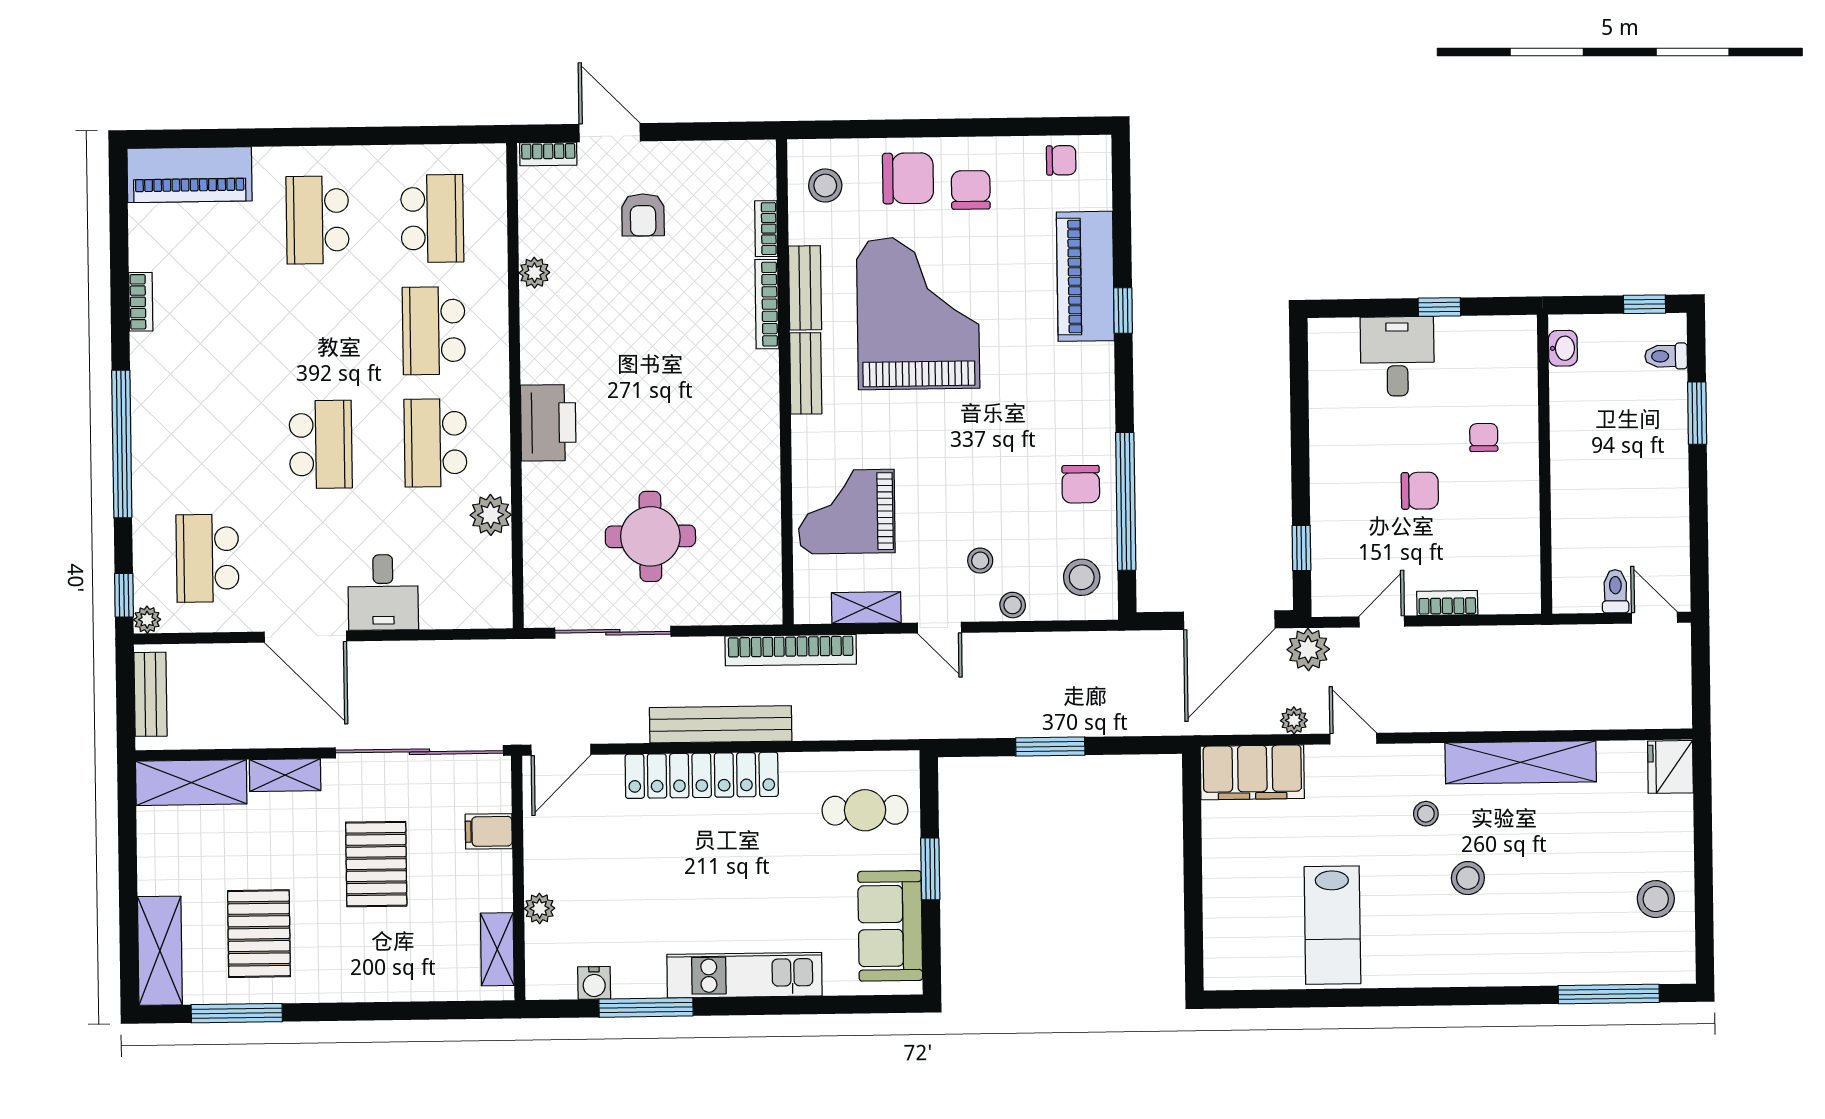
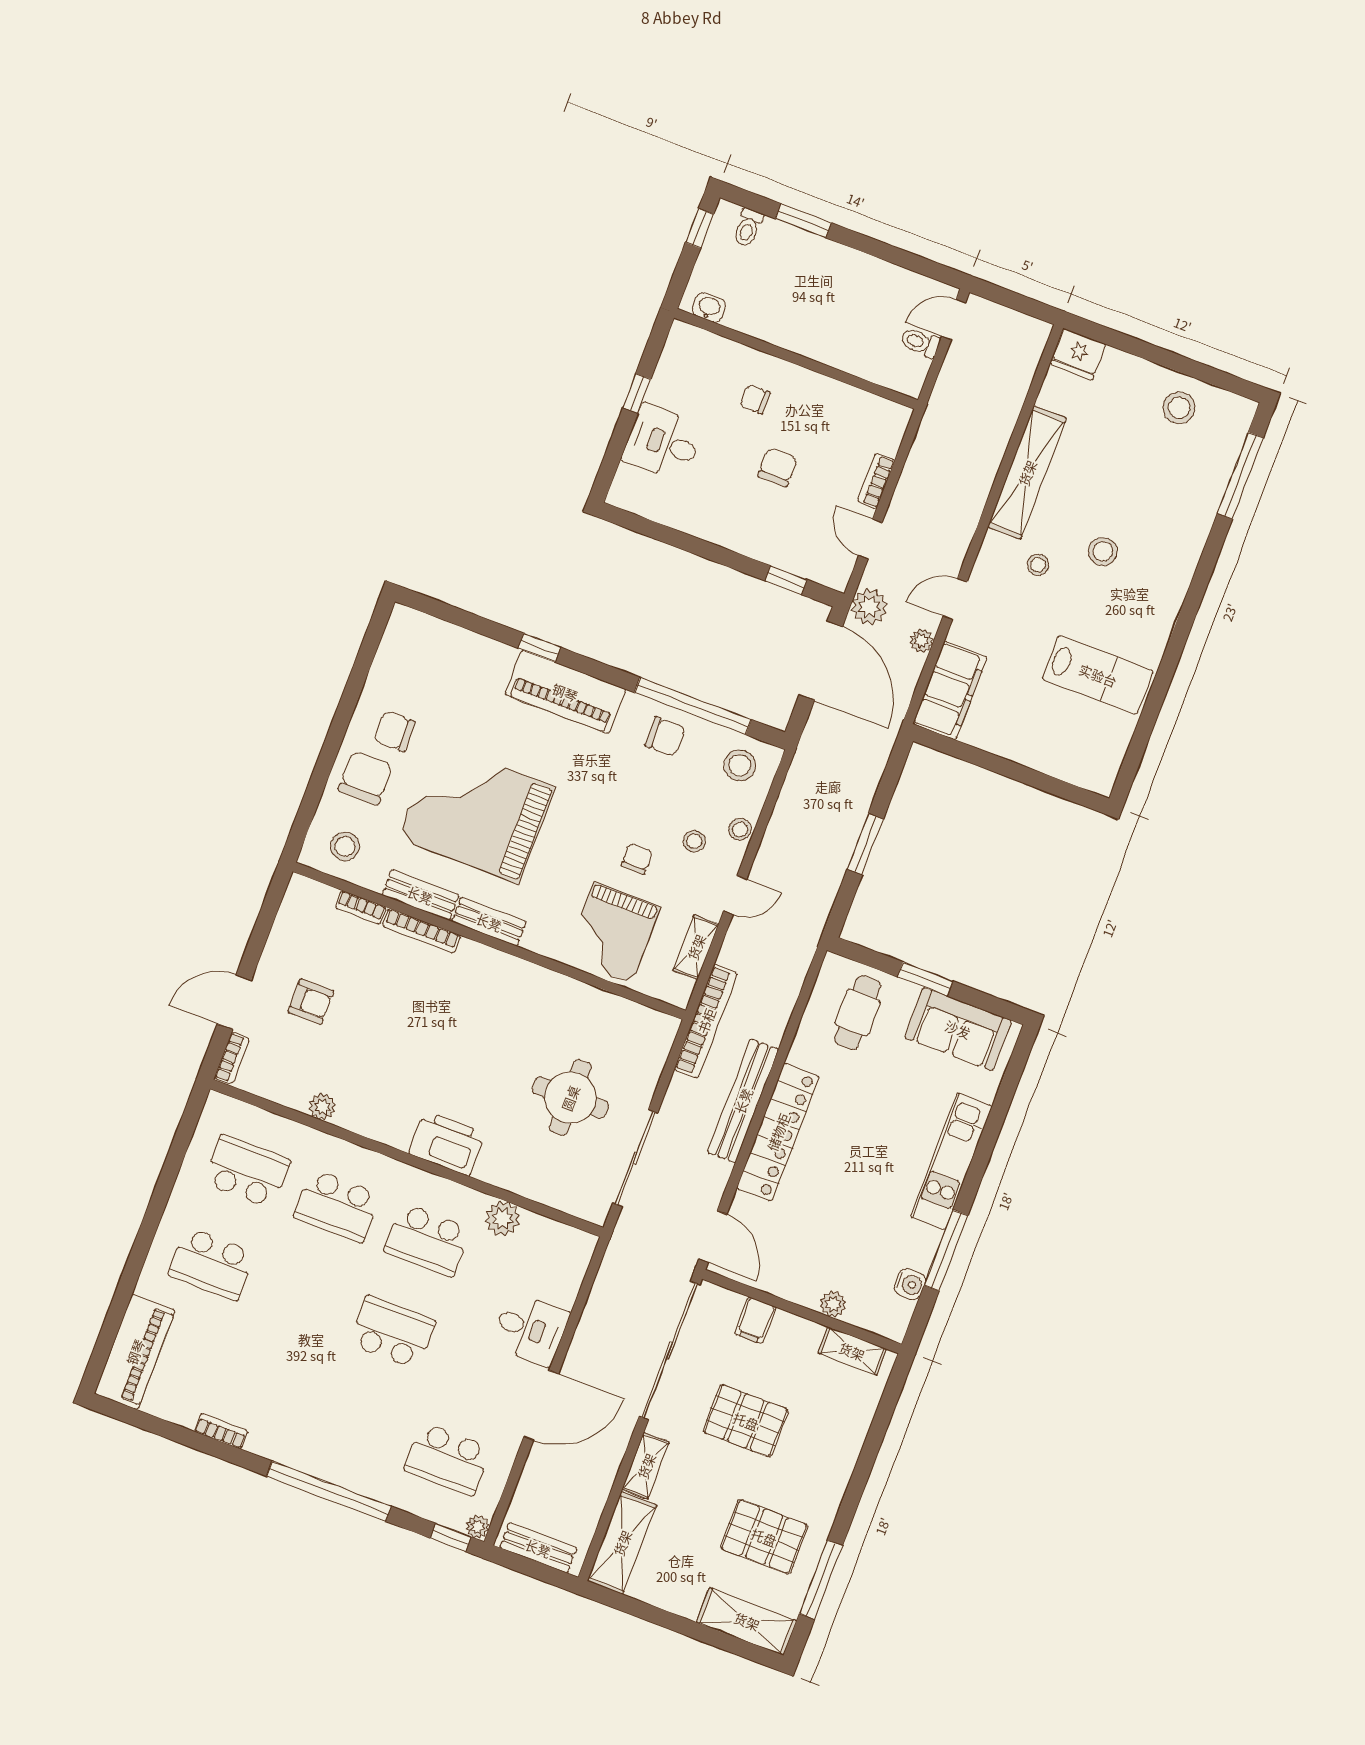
chair: (1061, 160) -> (637, 859), moved
piano: (1085, 276) -> (565, 692), moved

